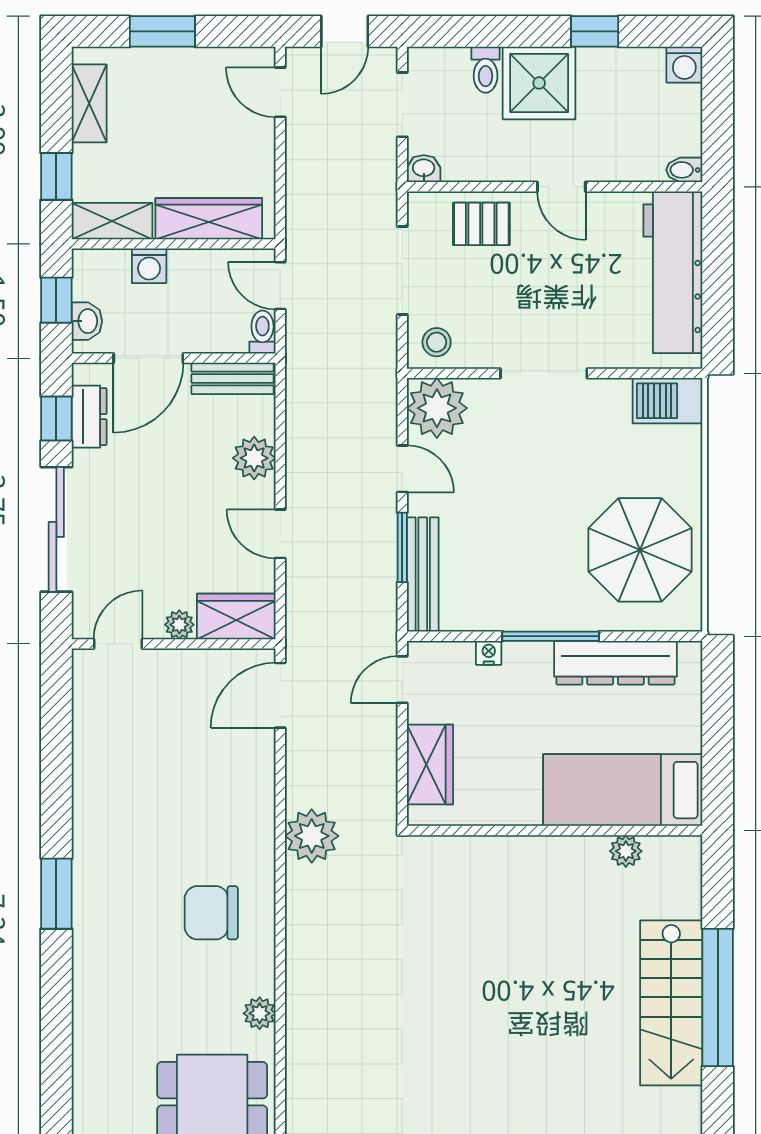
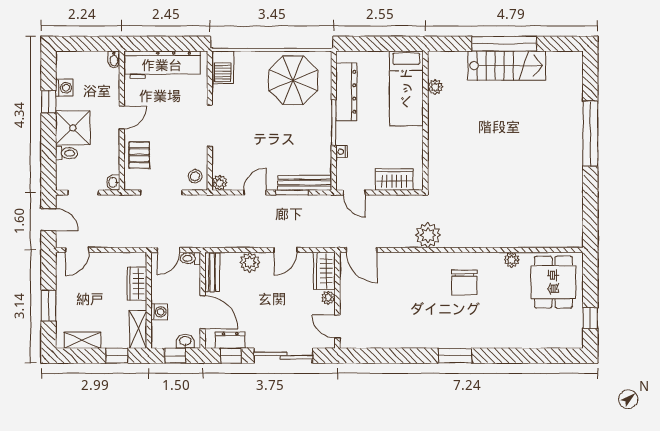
washing machine: (684, 65) -> (64, 88), moved
wardrobe: (209, 219) -> (137, 284), width x0.67
plant: (437, 408) -> (220, 183), width x0.53, depth x0.53

